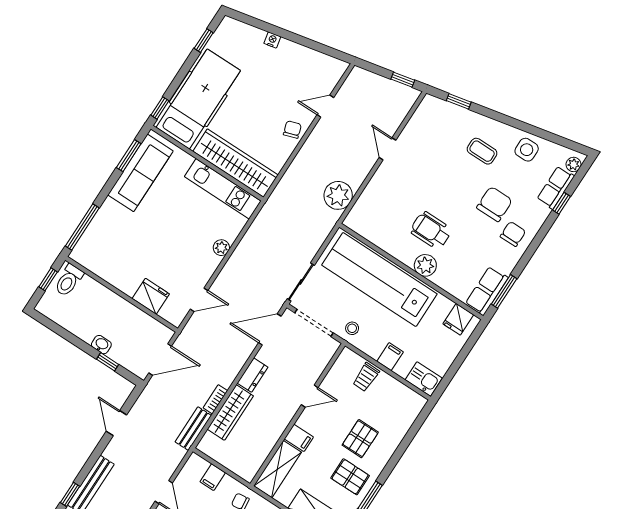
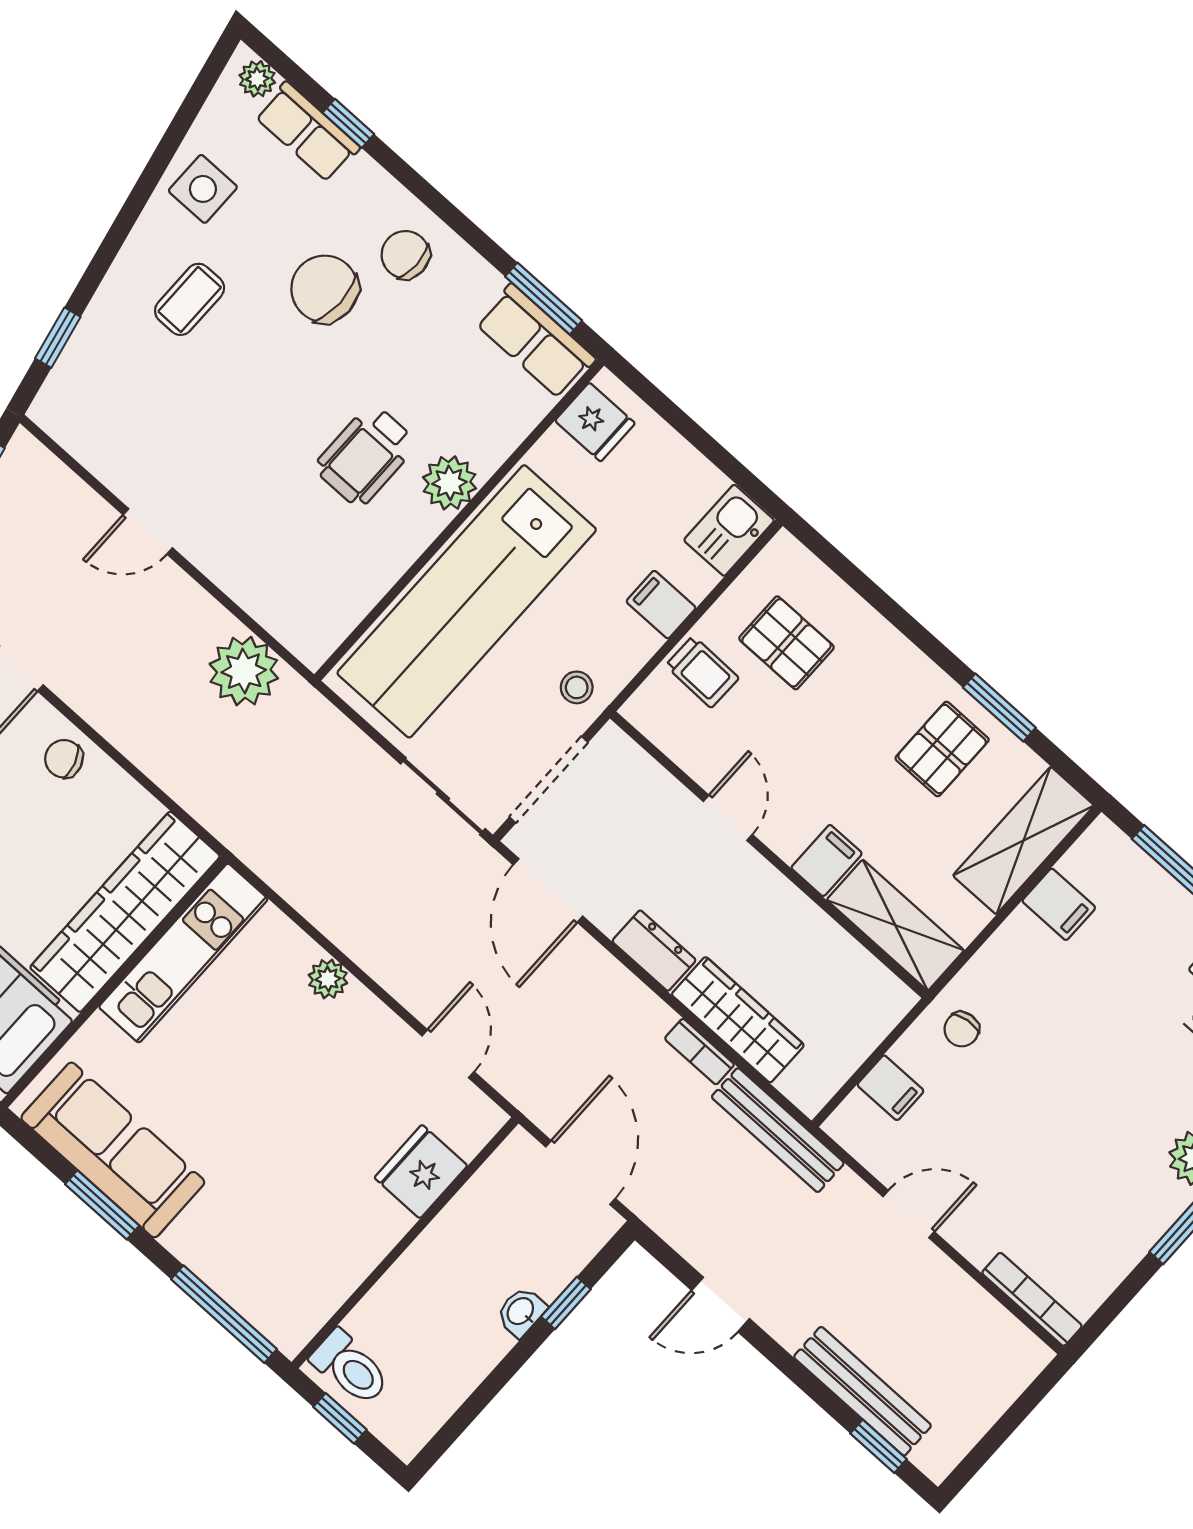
window: (129, 156) -> (102, 1205), moved
bench: (193, 429) -> (778, 1130), width x1.36
pallet: (360, 439) -> (787, 643), moved

